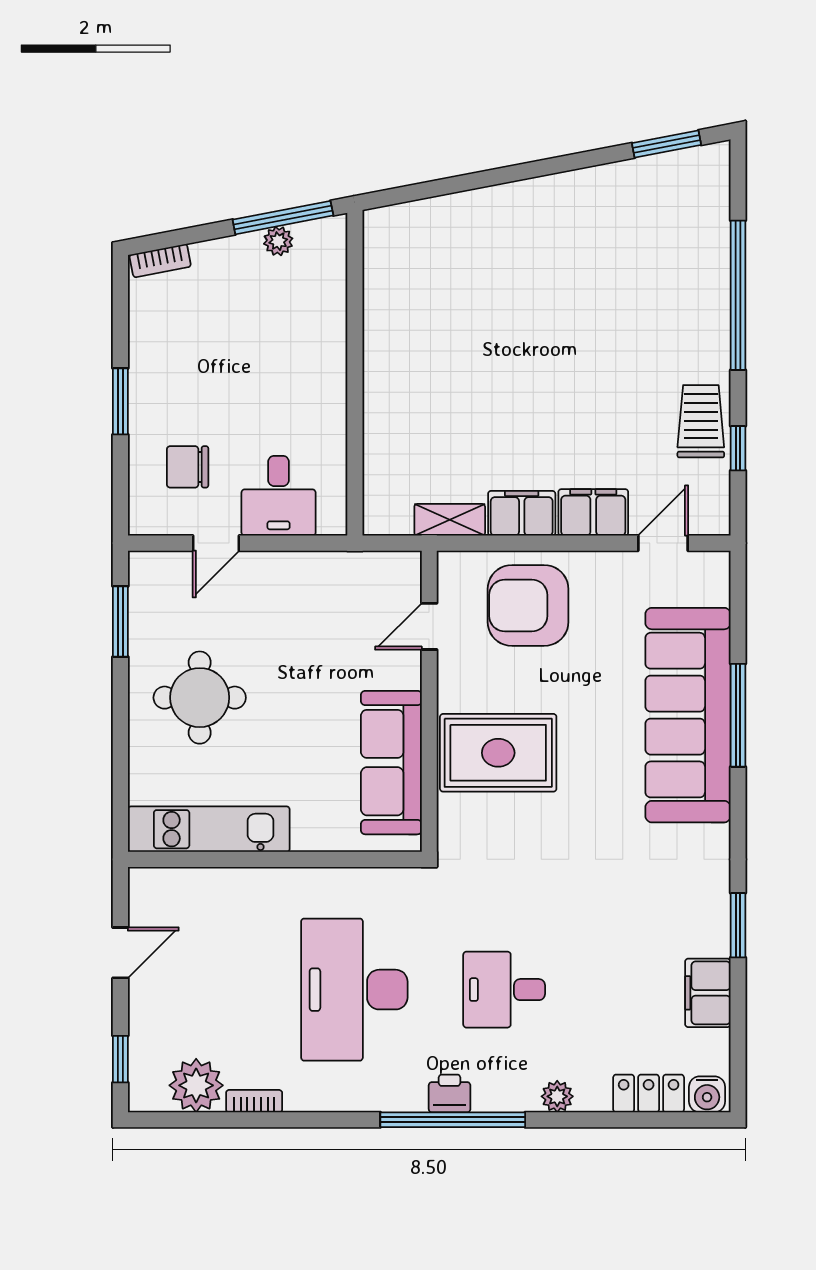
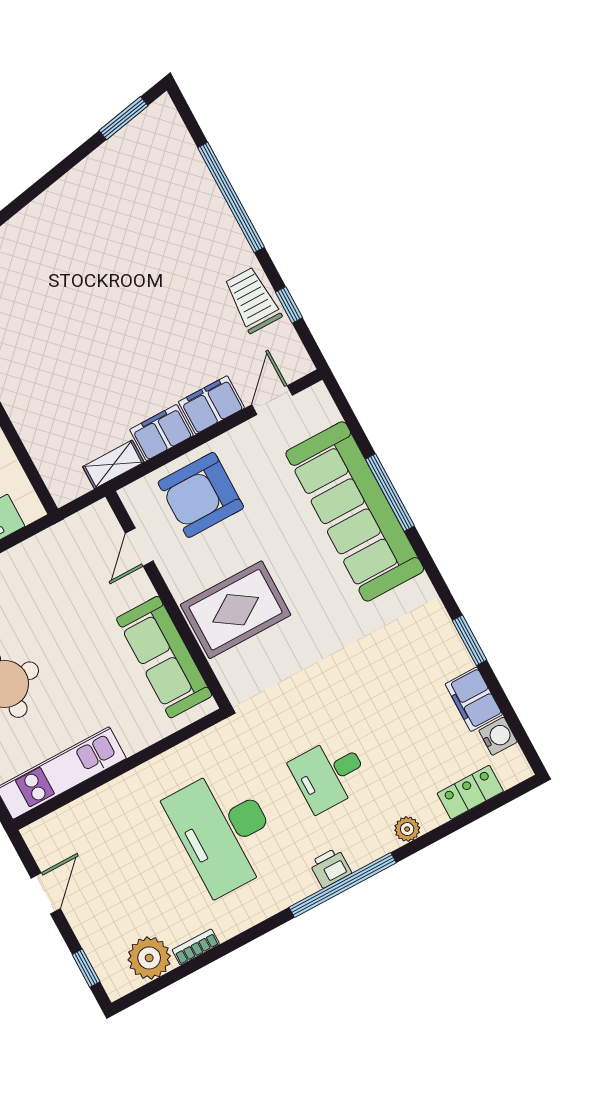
water cooler: (707, 1094) -> (498, 736), moved, turned -90

